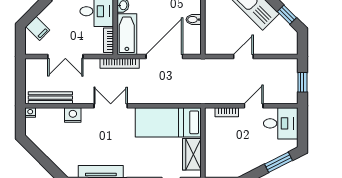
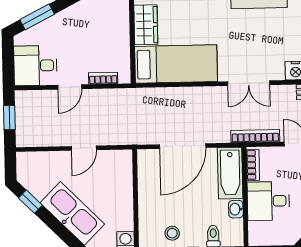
bidet: (194, 20) -> (147, 193), removed
bookcase: (120, 63) -> (255, 136), moved

